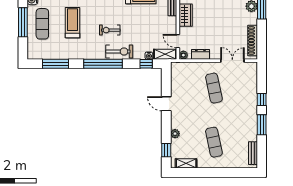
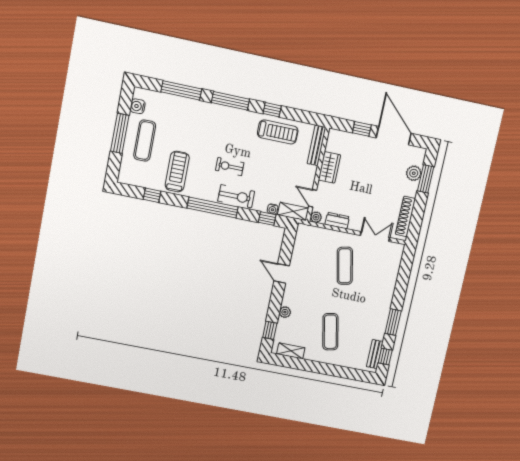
treadmill: (73, 23) -> (177, 172), moved
window: (55, 64) -> (152, 195), width x0.46
window: (262, 99) -> (385, 357), moved

